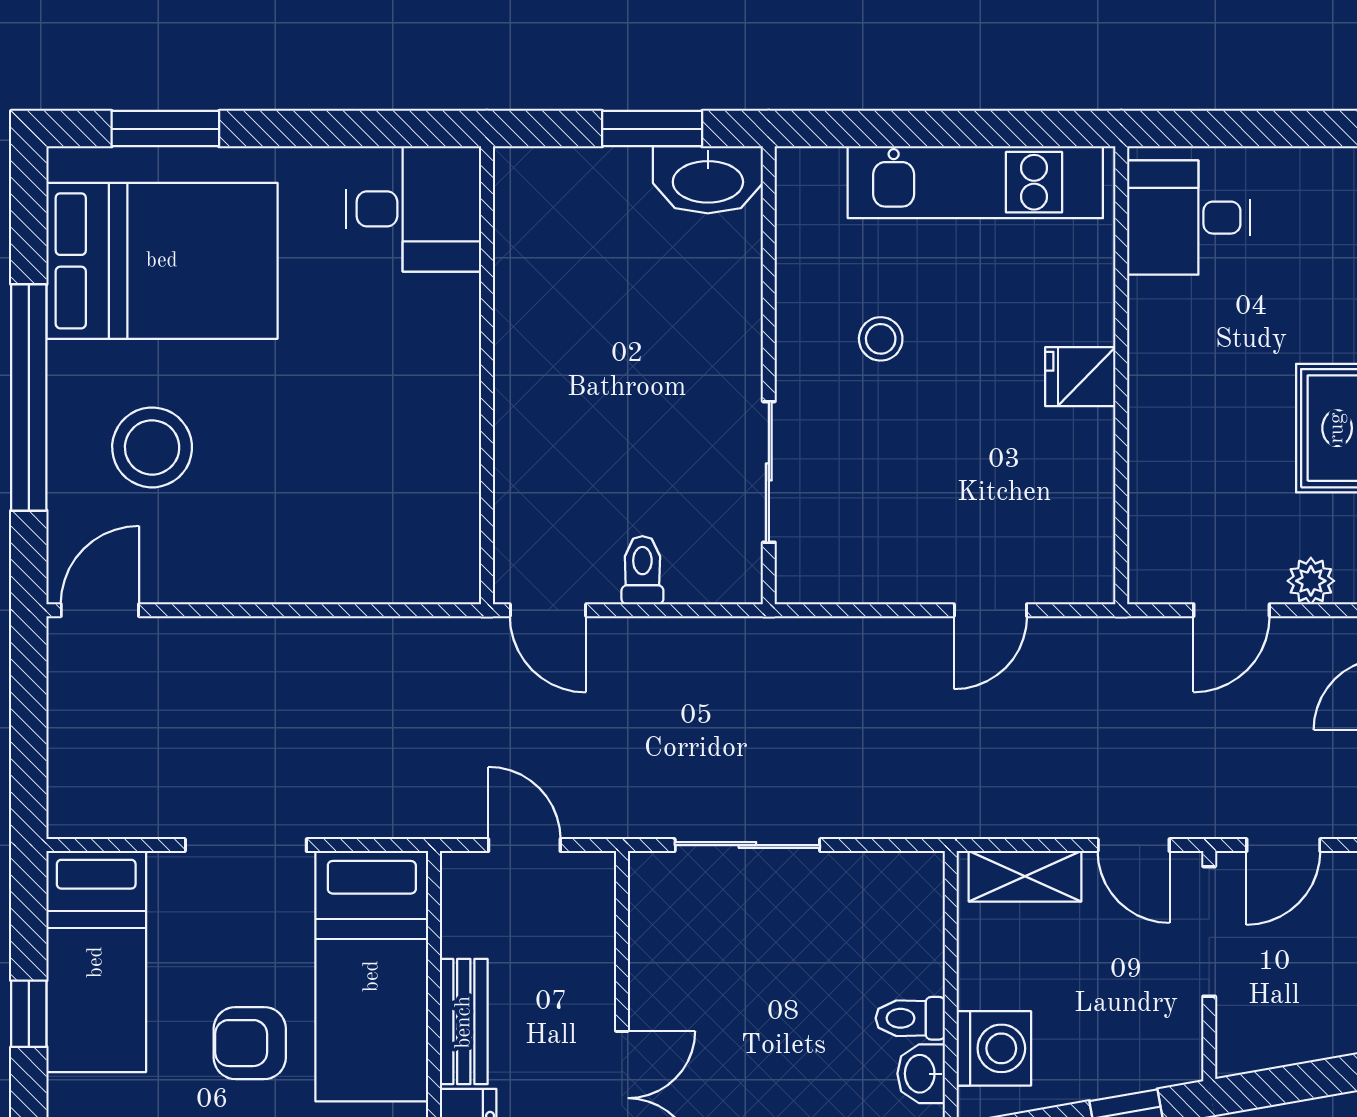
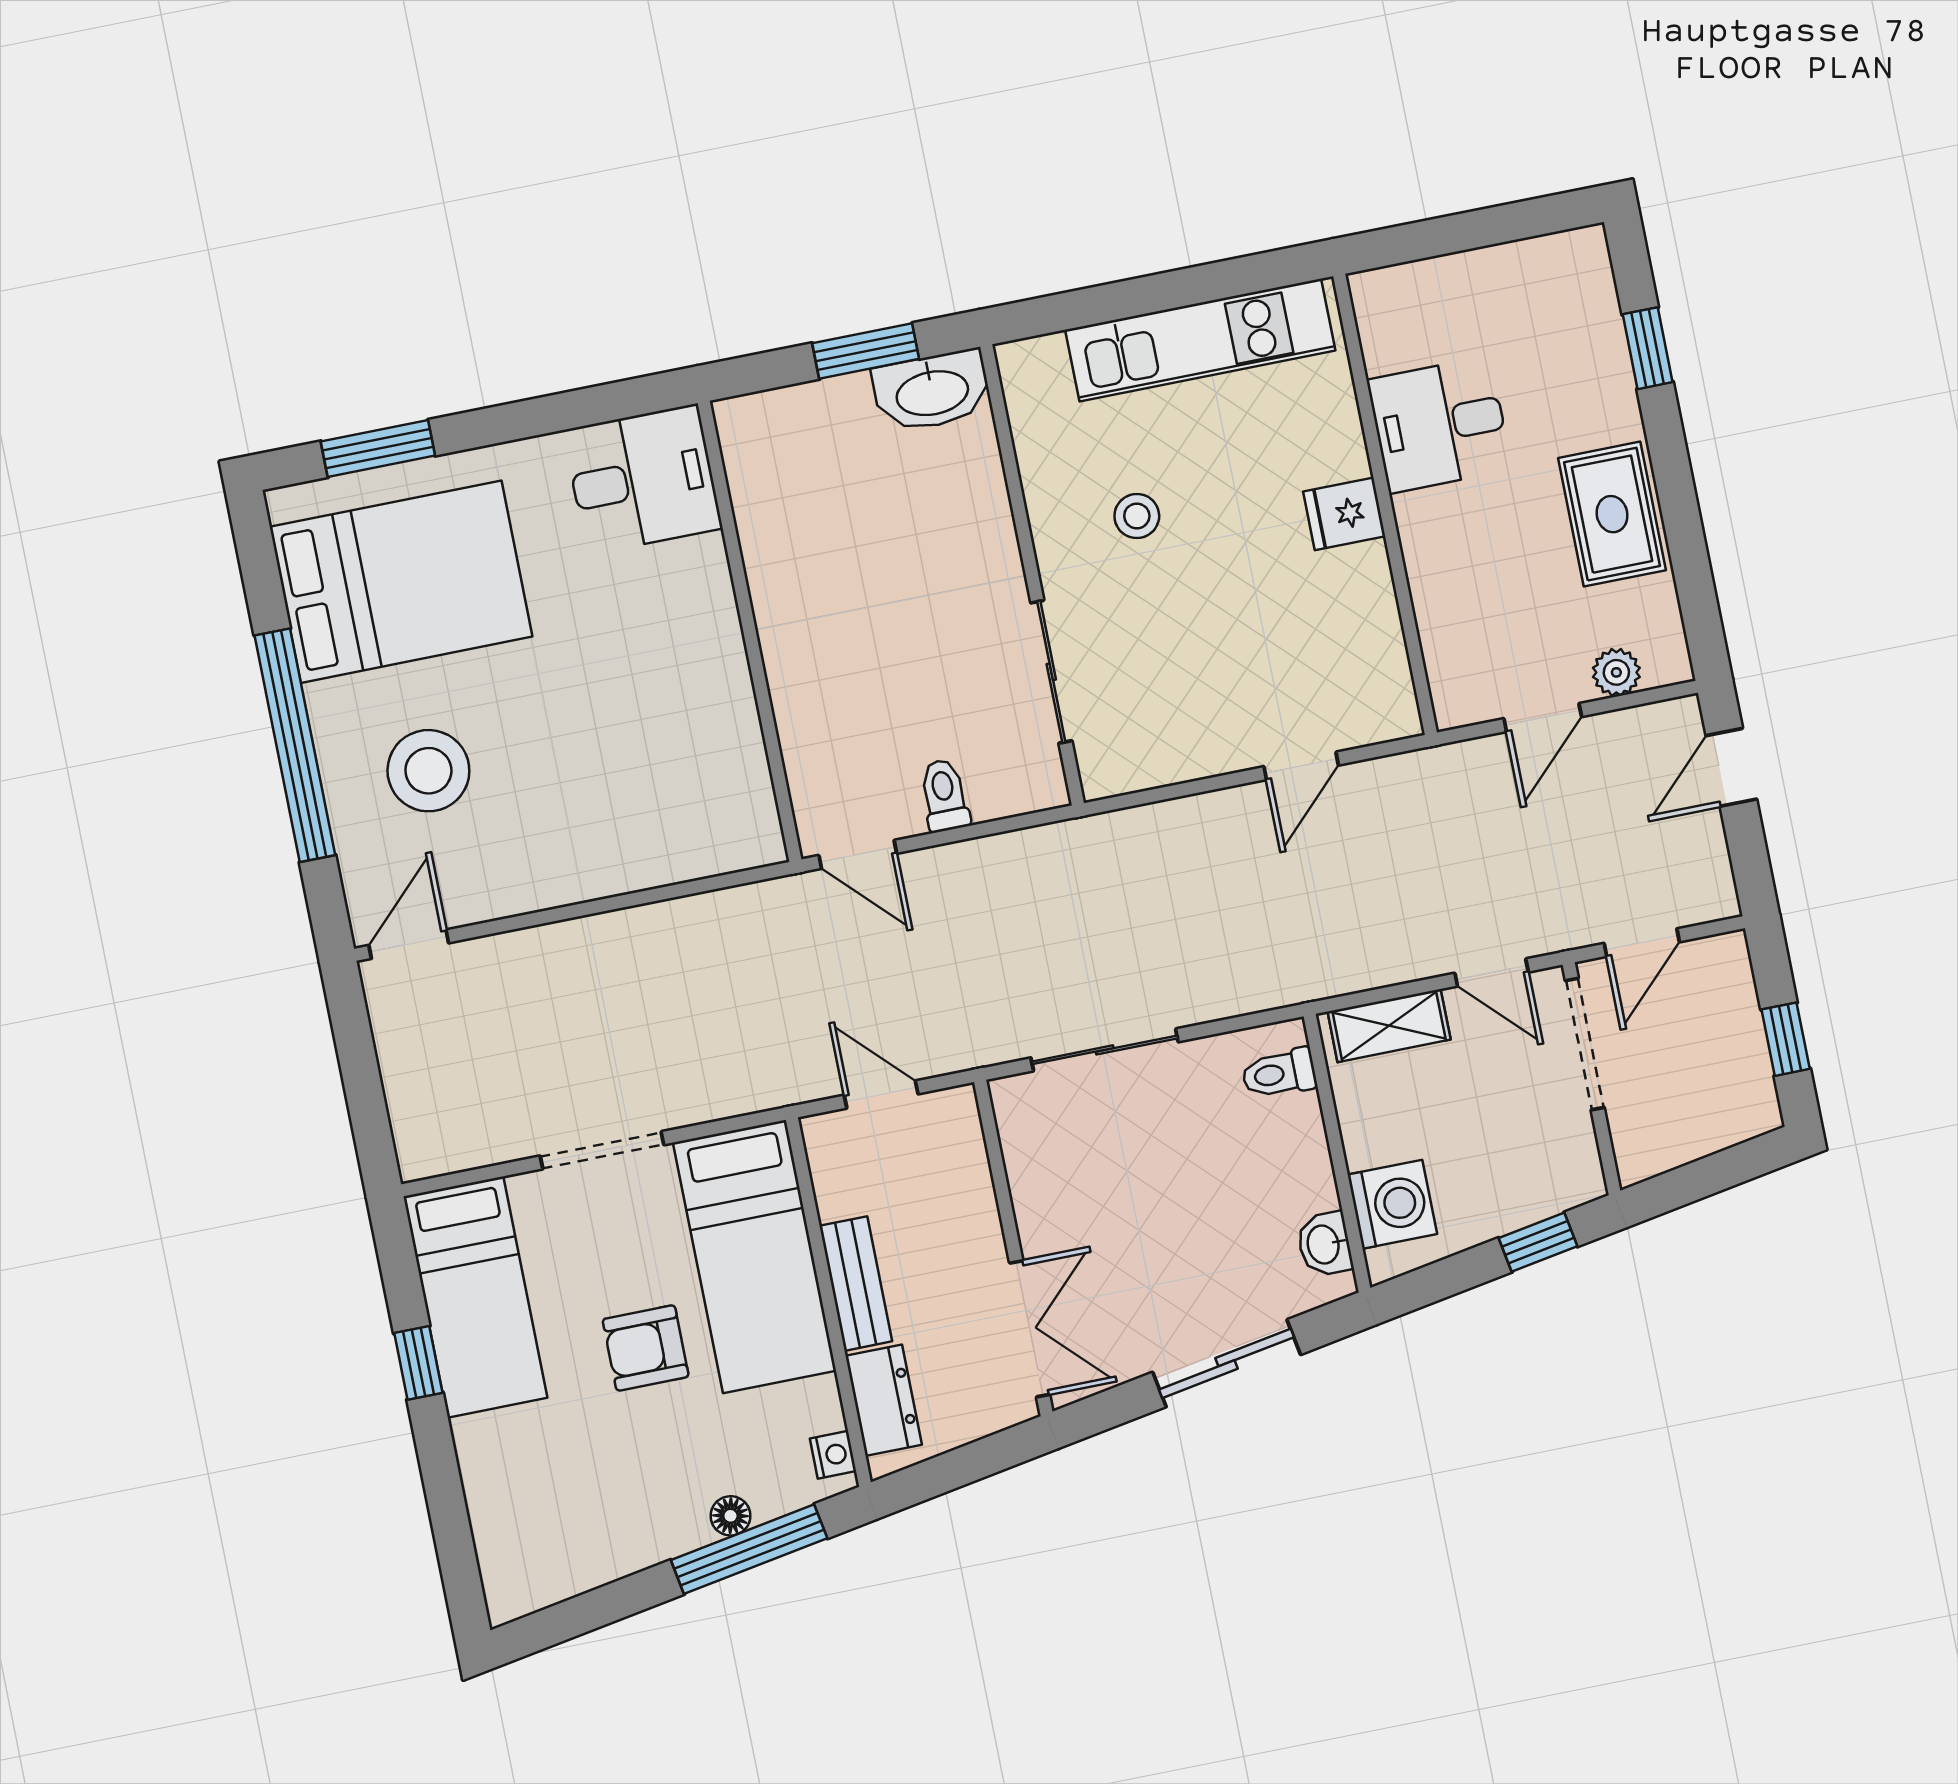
desk: (1189, 218) -> (1439, 425), moved
toilet: (910, 1018) -> (1279, 1073), moved

